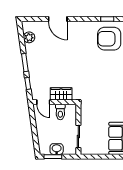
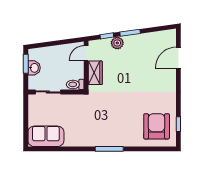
door: (58, 19) -> (178, 58), moved
plant: (29, 37) -> (117, 43), moved
toilet: (60, 112) -> (75, 84), moved

